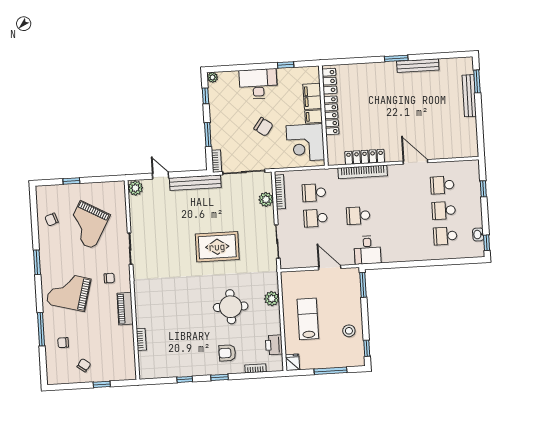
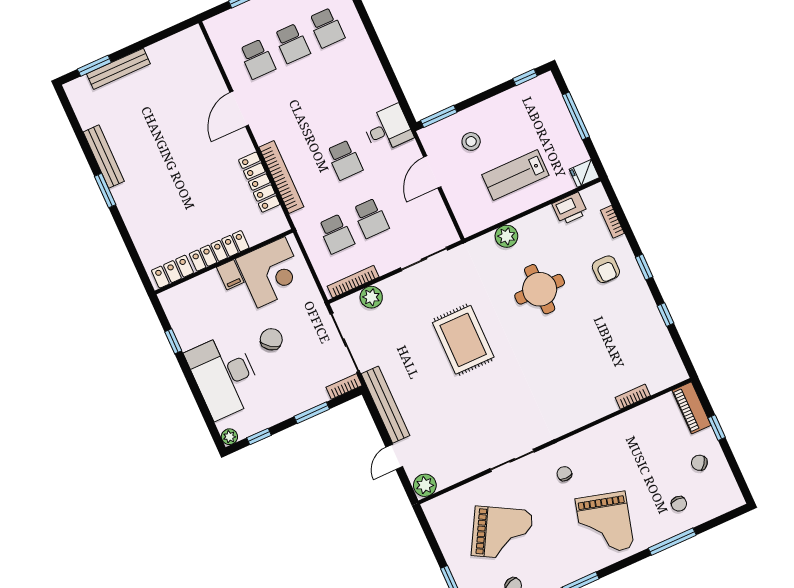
desk: (258, 84) -> (224, 376), width x1.36, depth x1.30
filing cabinet: (312, 96) -> (203, 287), removed
piano: (125, 309) -> (692, 408), moved, turned 90
stool: (349, 331) -> (471, 141), moved

